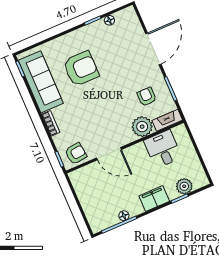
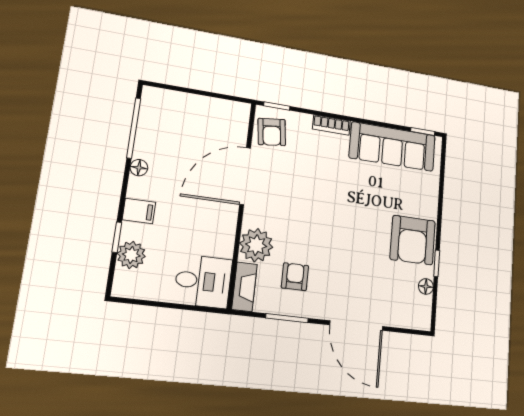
armchair: (81, 69) -> (413, 240), moved
armchair: (147, 97) -> (295, 277), turned -90
desk: (163, 149) -> (203, 281), moved
door: (109, 154) -> (245, 176), width x1.36
filing cabinet: (154, 199) -> (139, 211), width x0.50
floor lamp: (124, 216) -> (139, 168), moved

